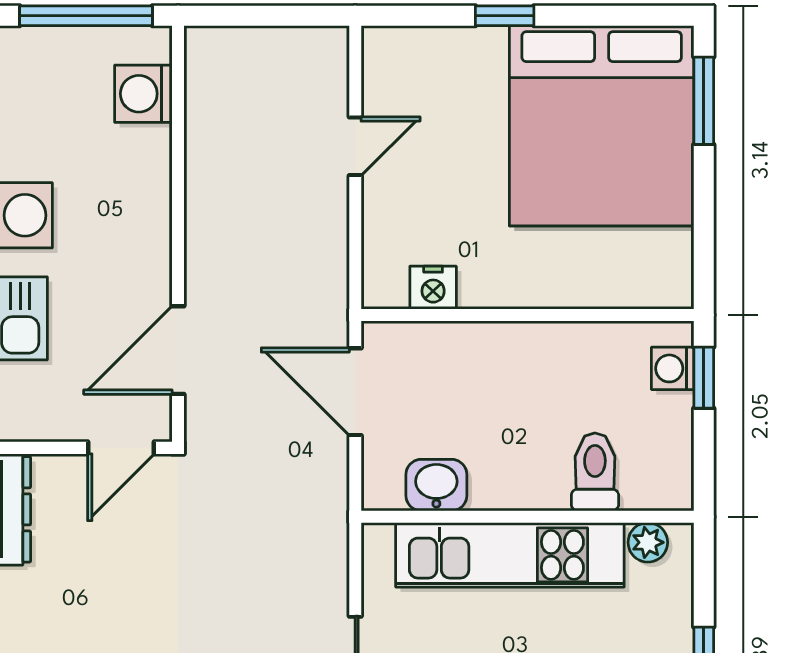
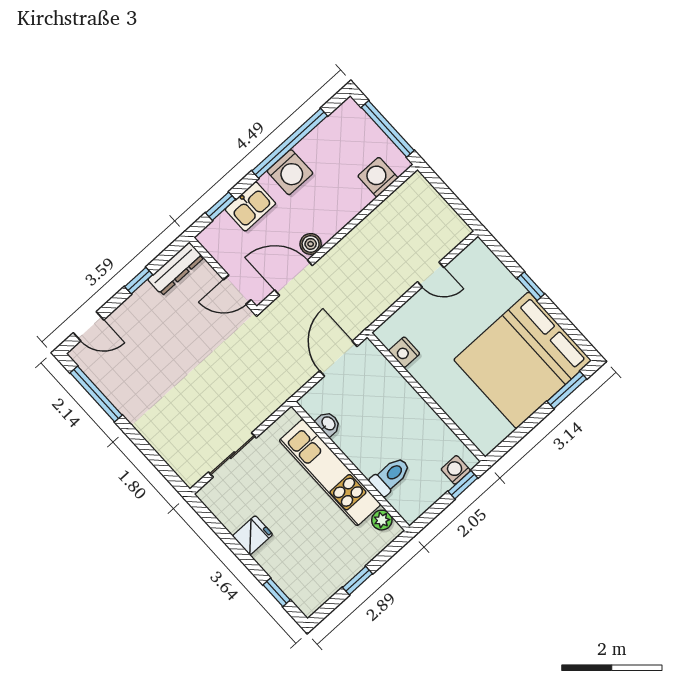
boiler: (152, 280) -> (311, 244), added
washbasin: (436, 485) -> (328, 424), width x0.72, depth x0.69

